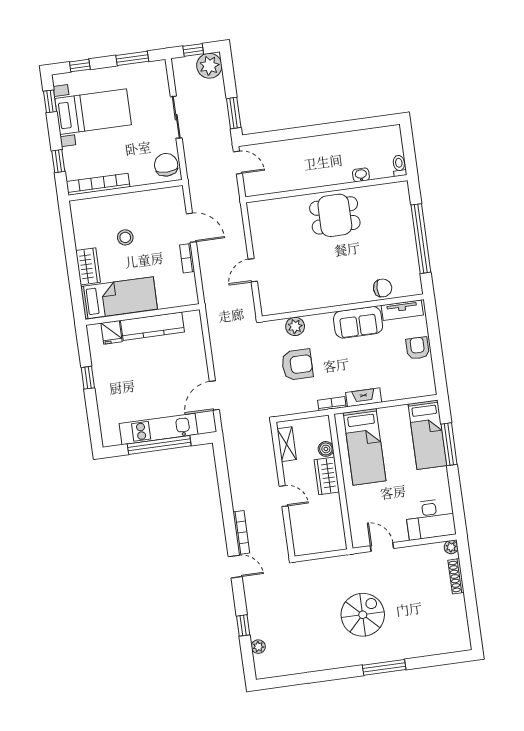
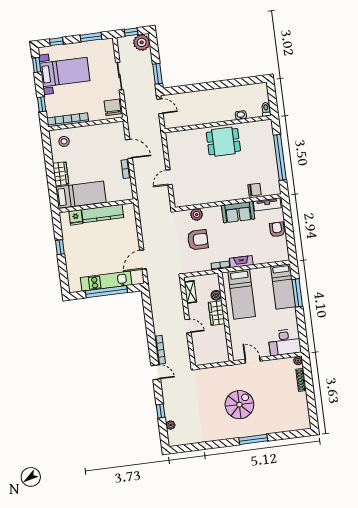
stool: (125, 237) -> (64, 141), moved

